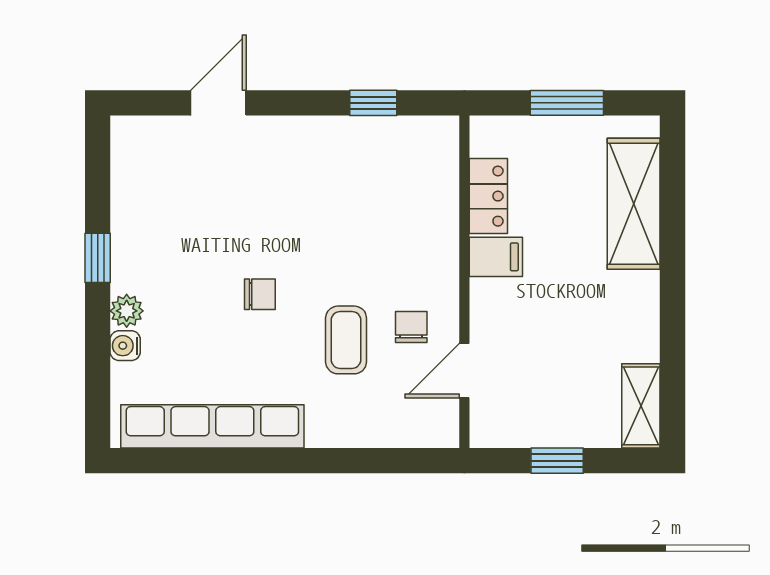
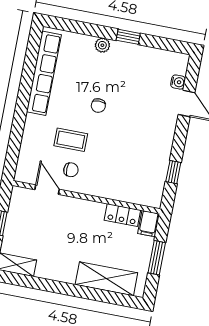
filing cabinet: (496, 257) -> (149, 224), moved
water cooler: (125, 346) -> (178, 82), moved, turned 90

